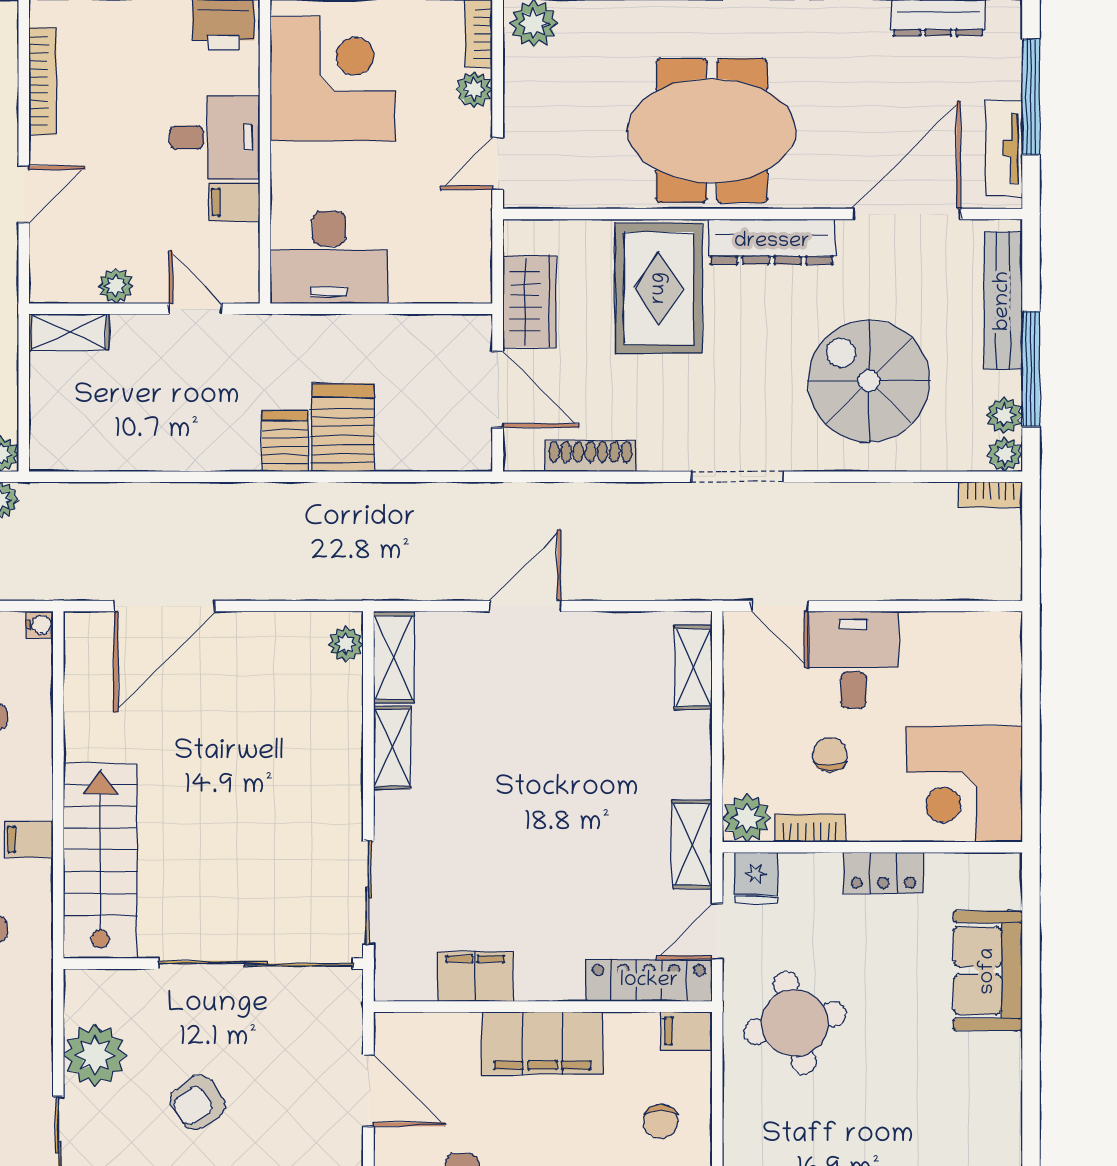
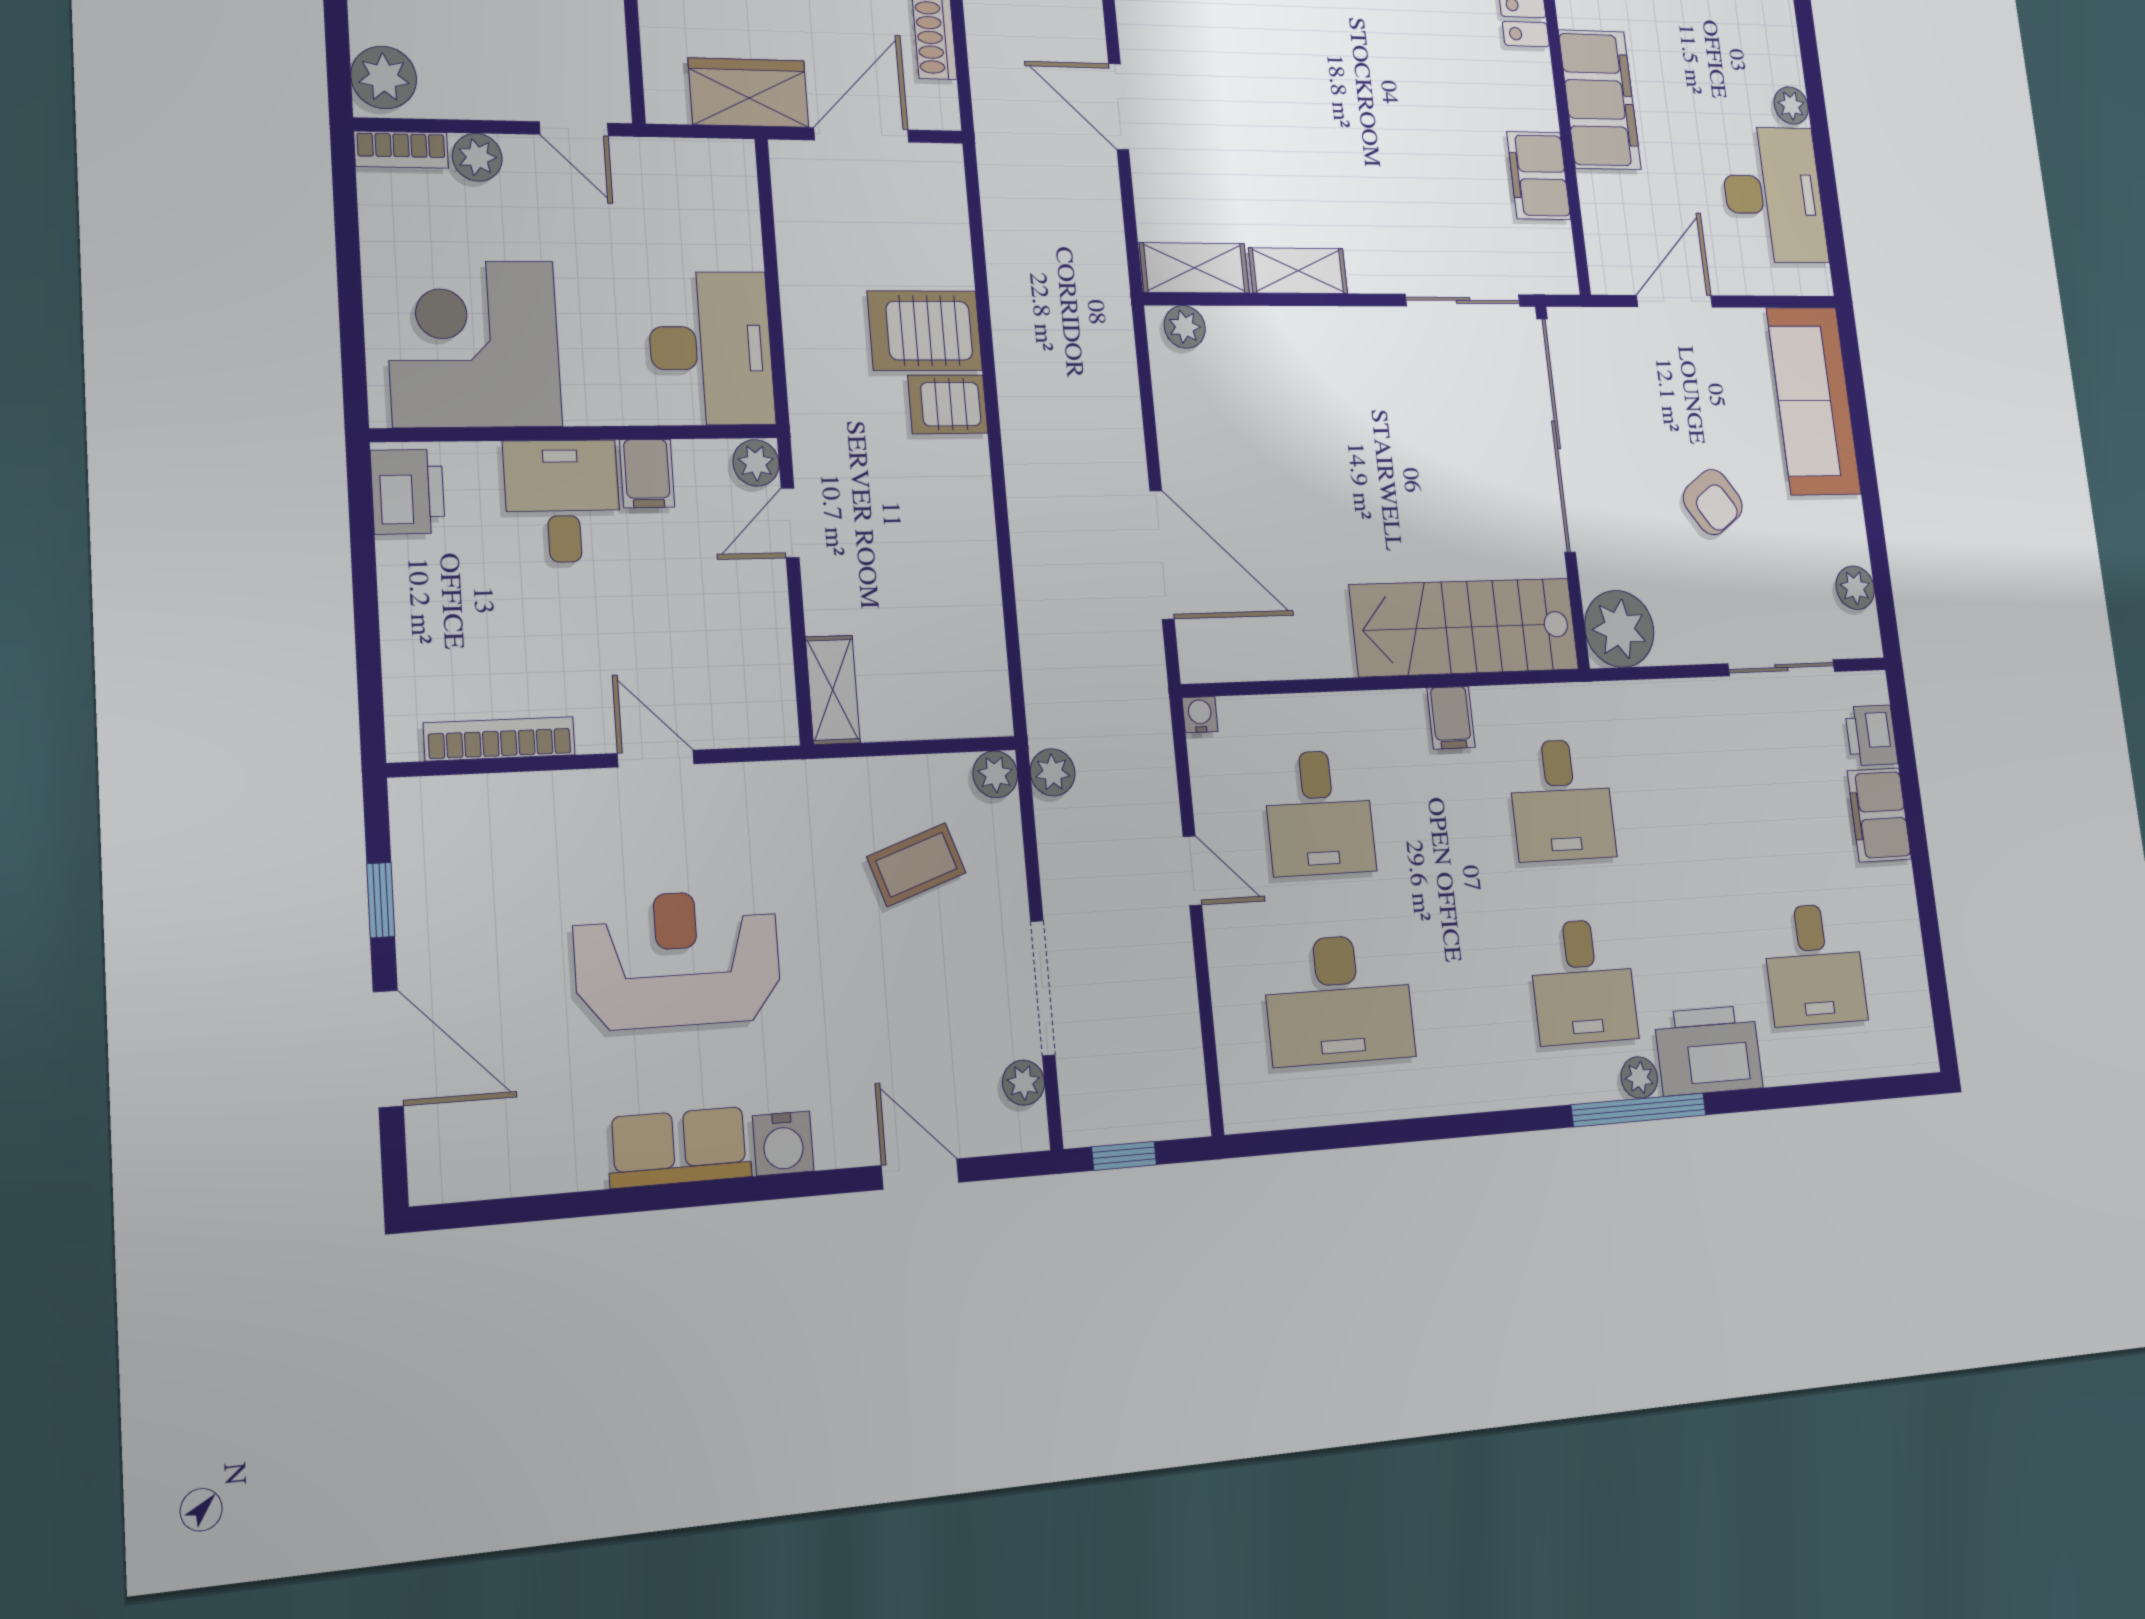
plant: (116, 286) -> (756, 463), moved
plant: (95, 1055) -> (1619, 629), moved

